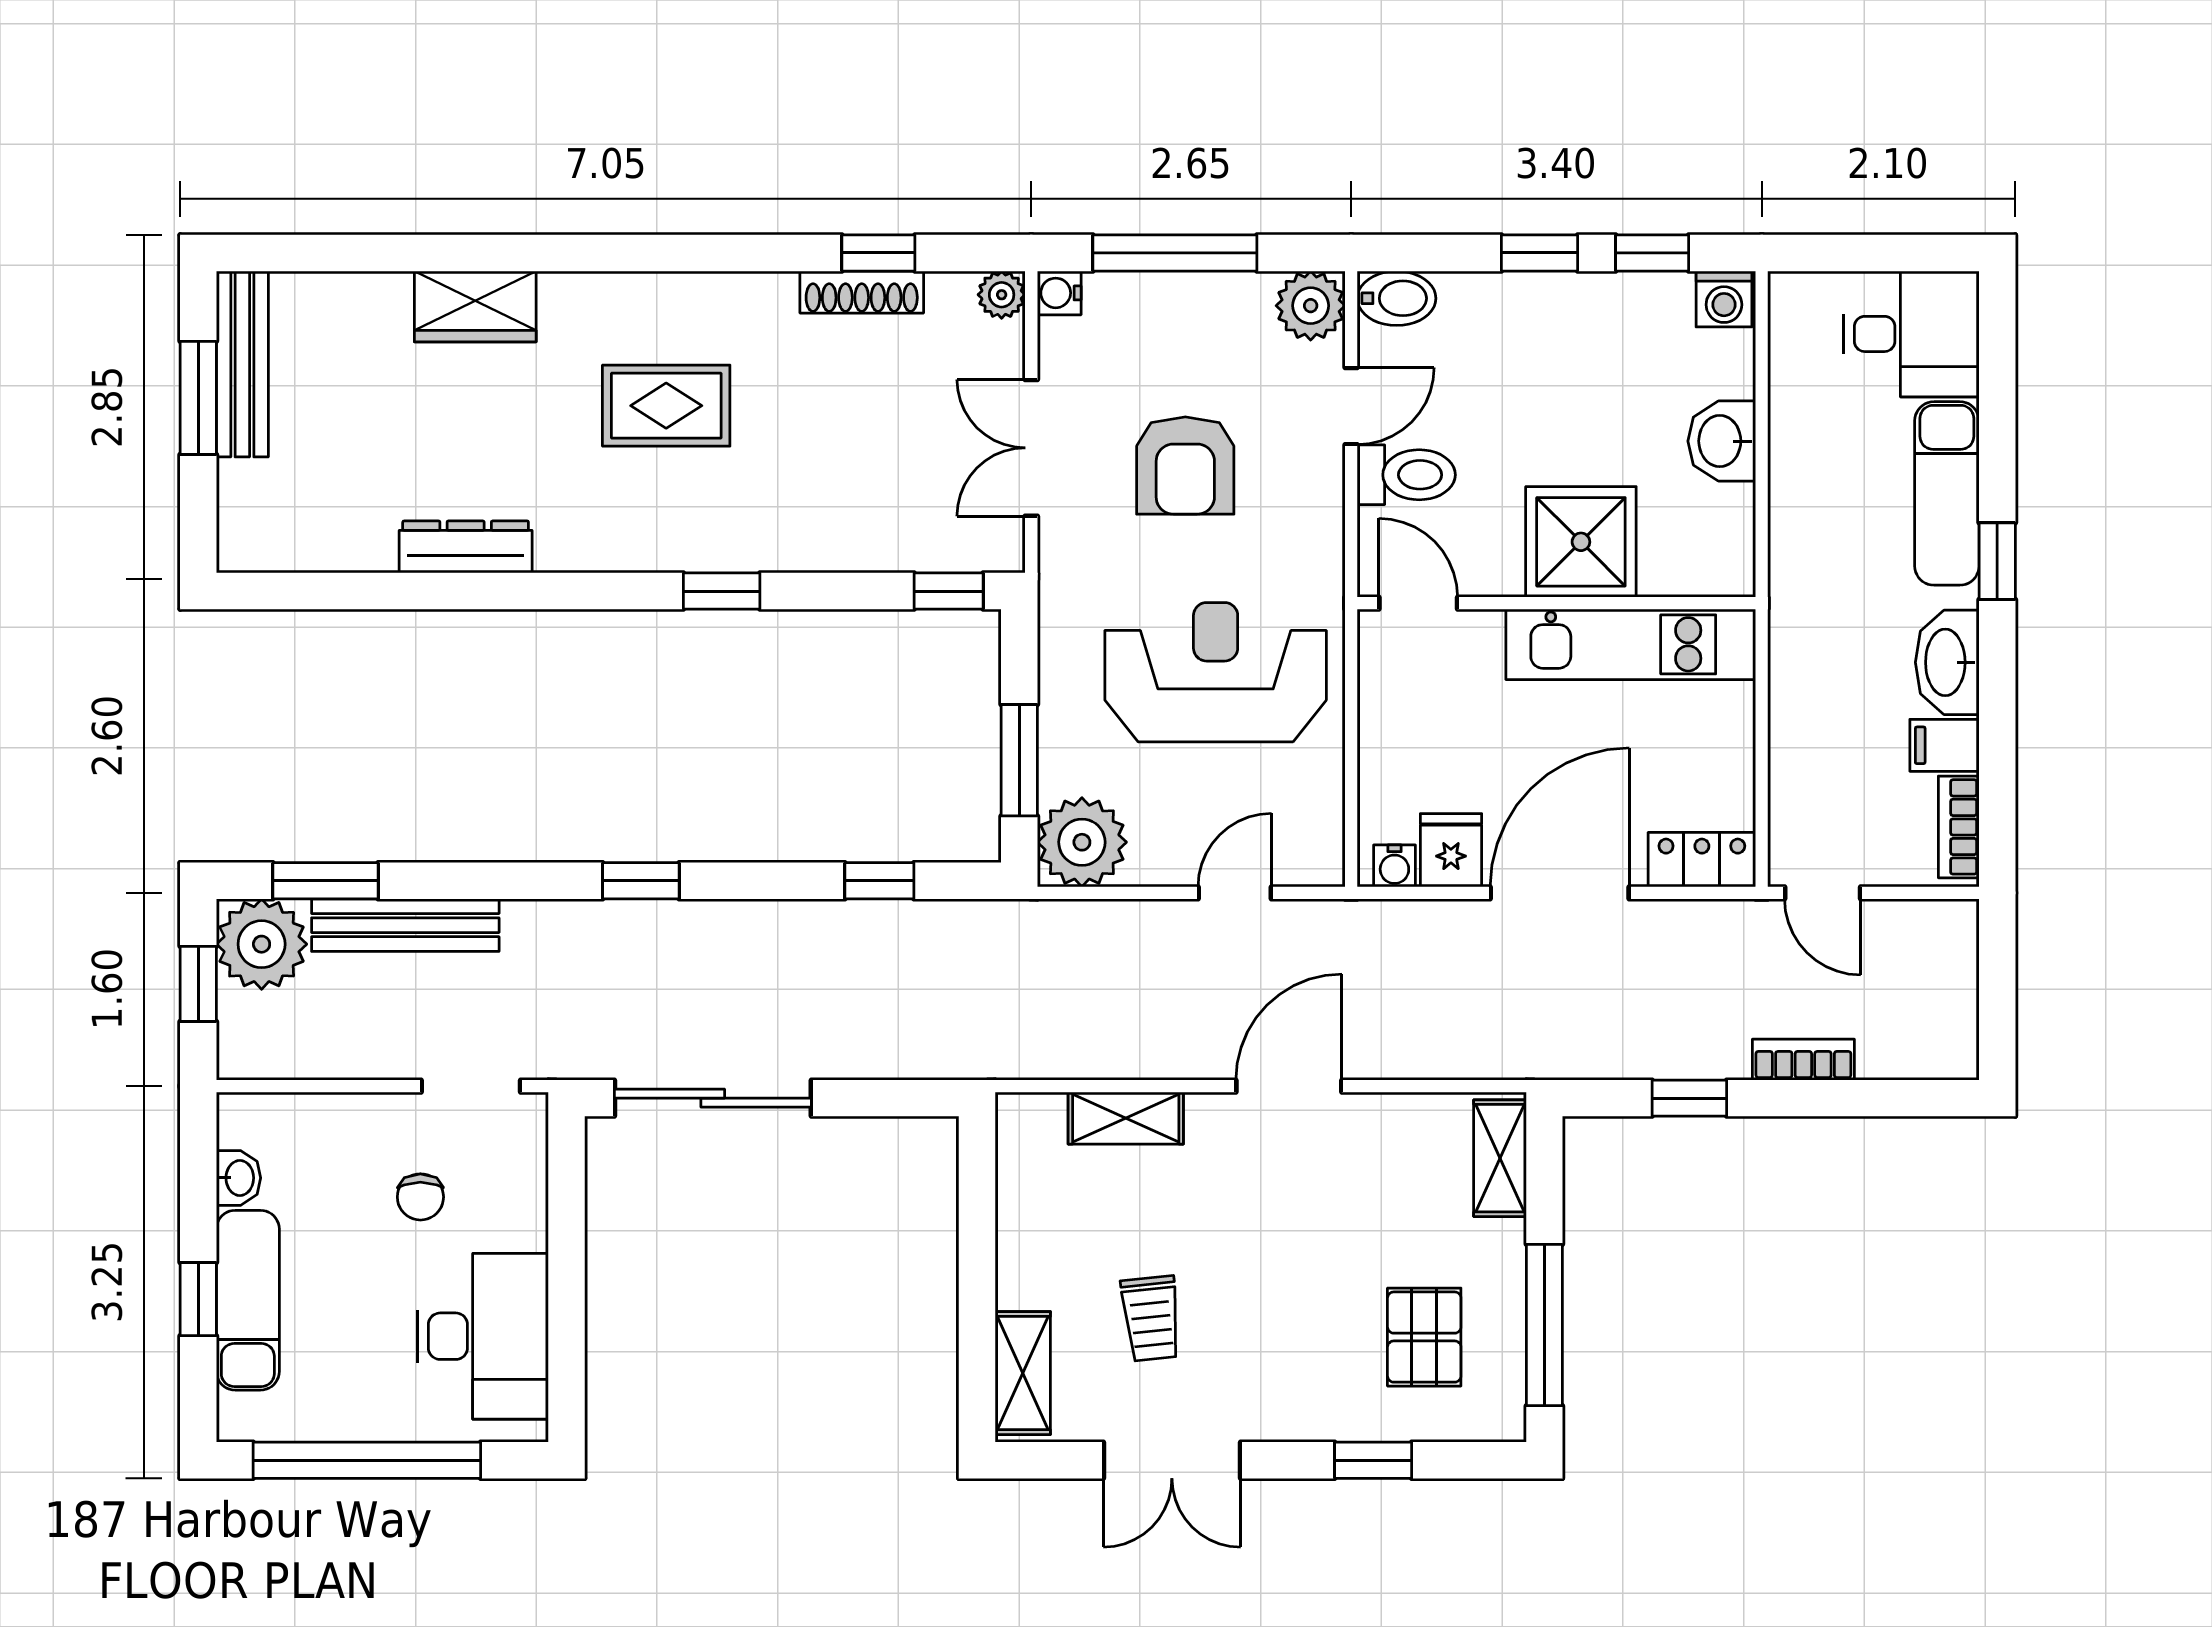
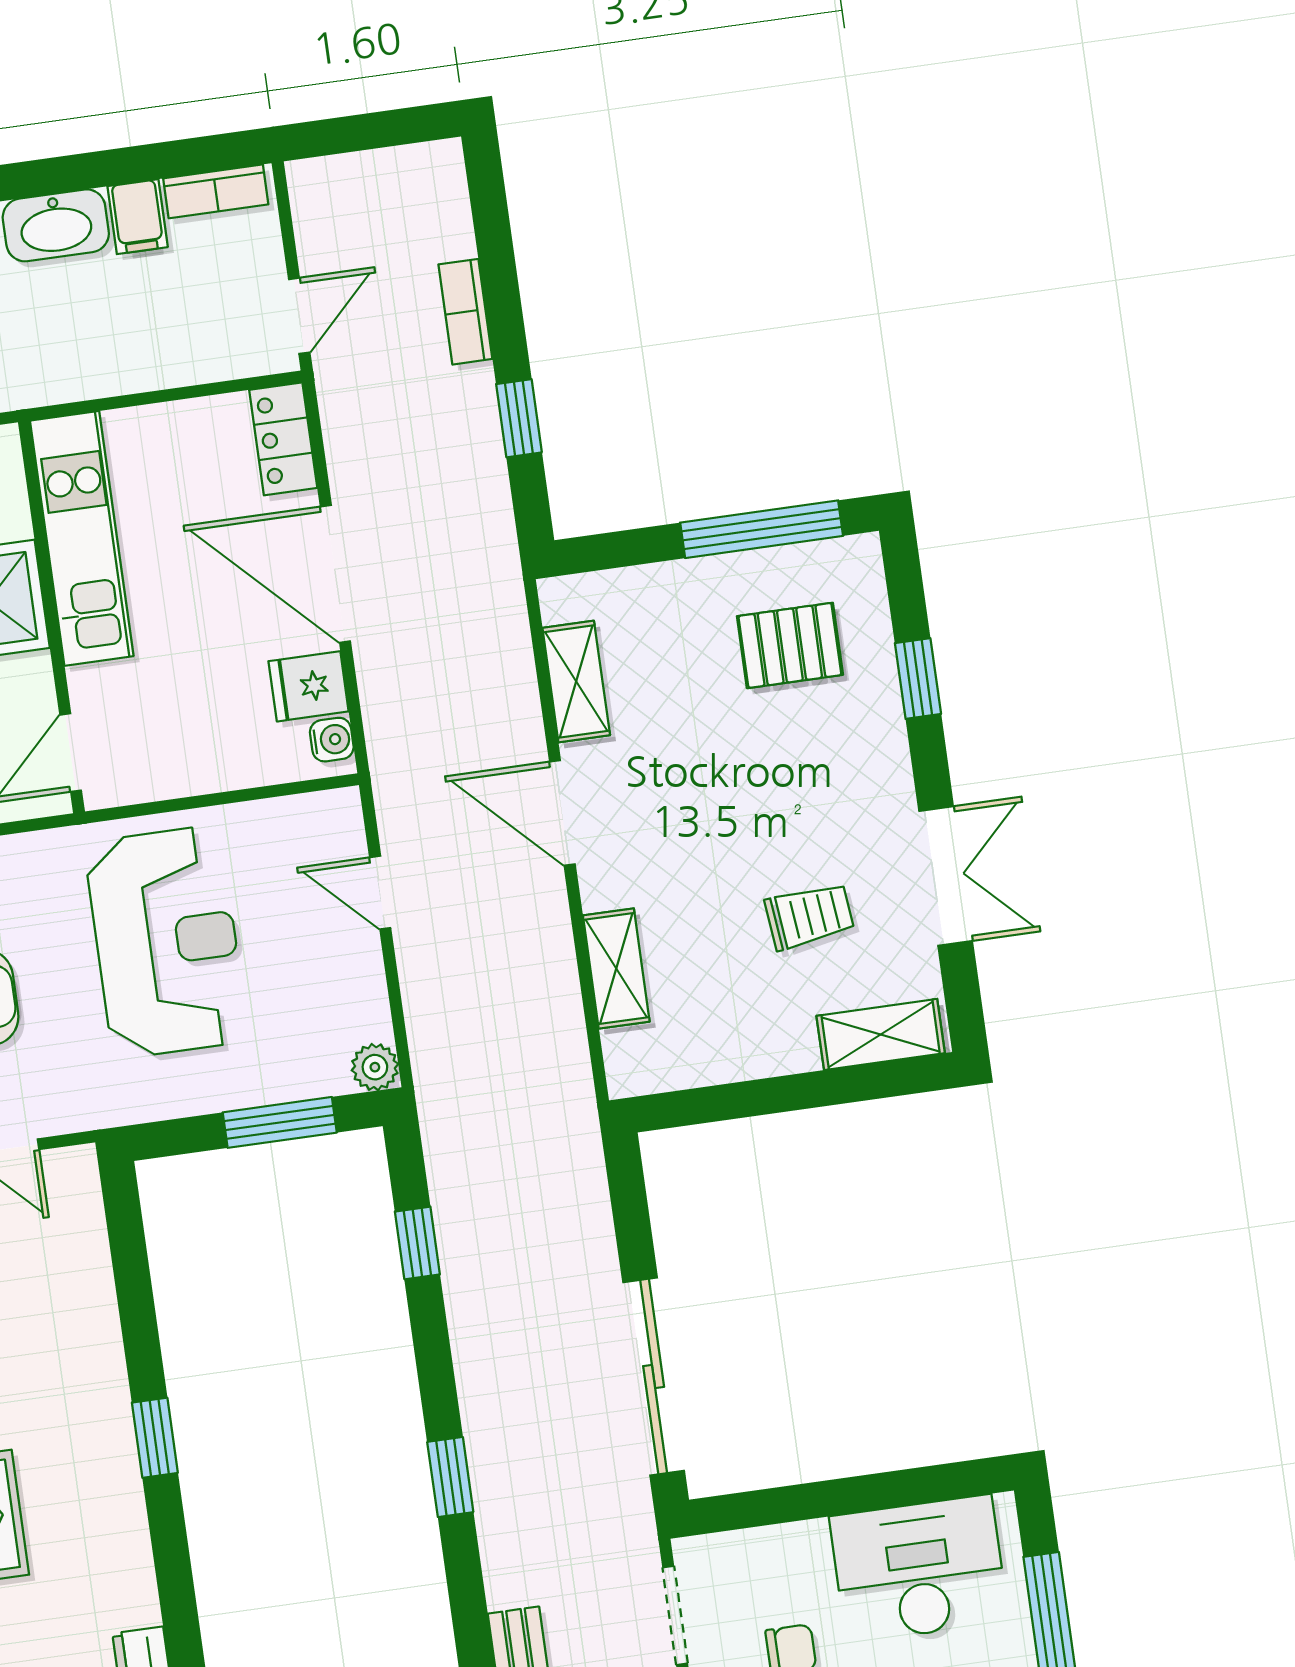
window: (949, 591) -> (124, 1215), removed
reception desk: (1216, 672) -> (166, 942), turned 180
plant: (1082, 842) -> (375, 1067), width x0.53, depth x0.53
shelving: (1500, 1158) -> (576, 682), moved, turned 90

